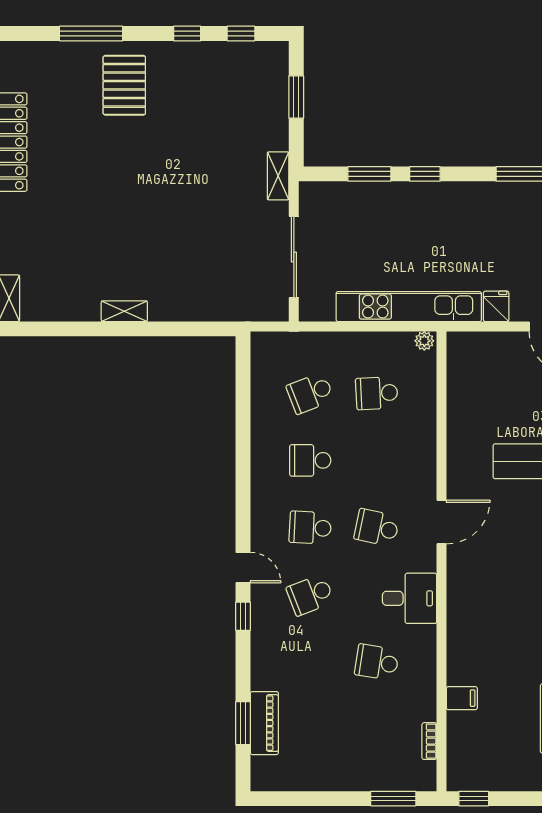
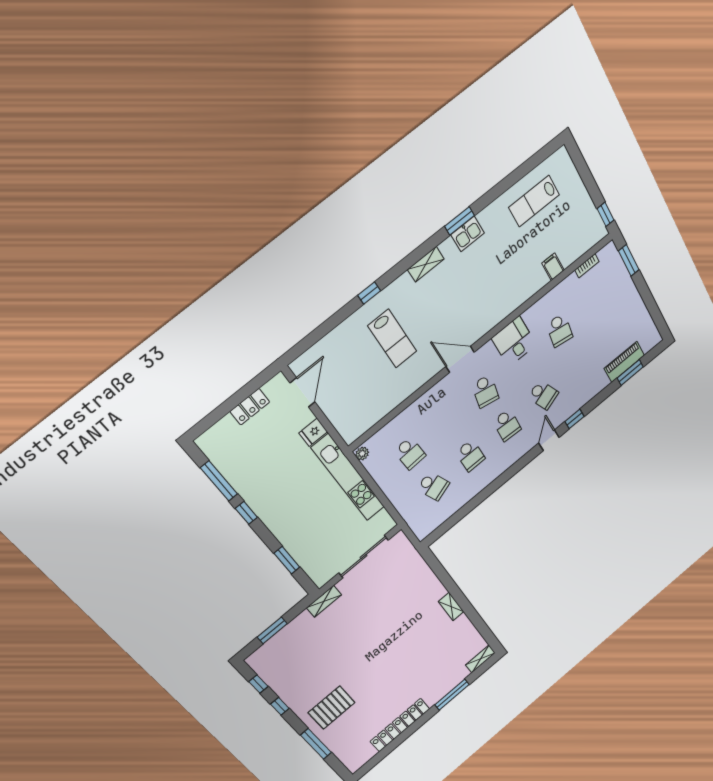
window: (425, 174) -> (246, 513), moved

